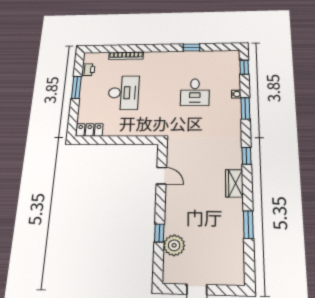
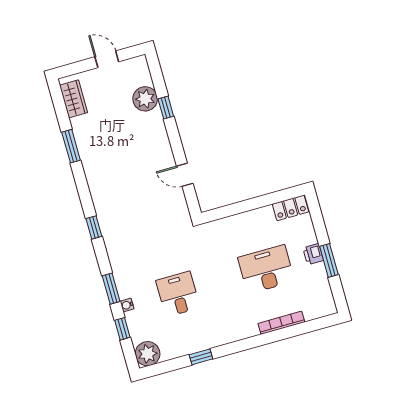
plant: (230, 58) -> (148, 354), added
window: (244, 67) -> (122, 329), moved
printer: (88, 70) -> (313, 254), moved
desk: (124, 93) -> (266, 269), turned 90
wardrobe: (234, 183) -> (74, 99), moved

